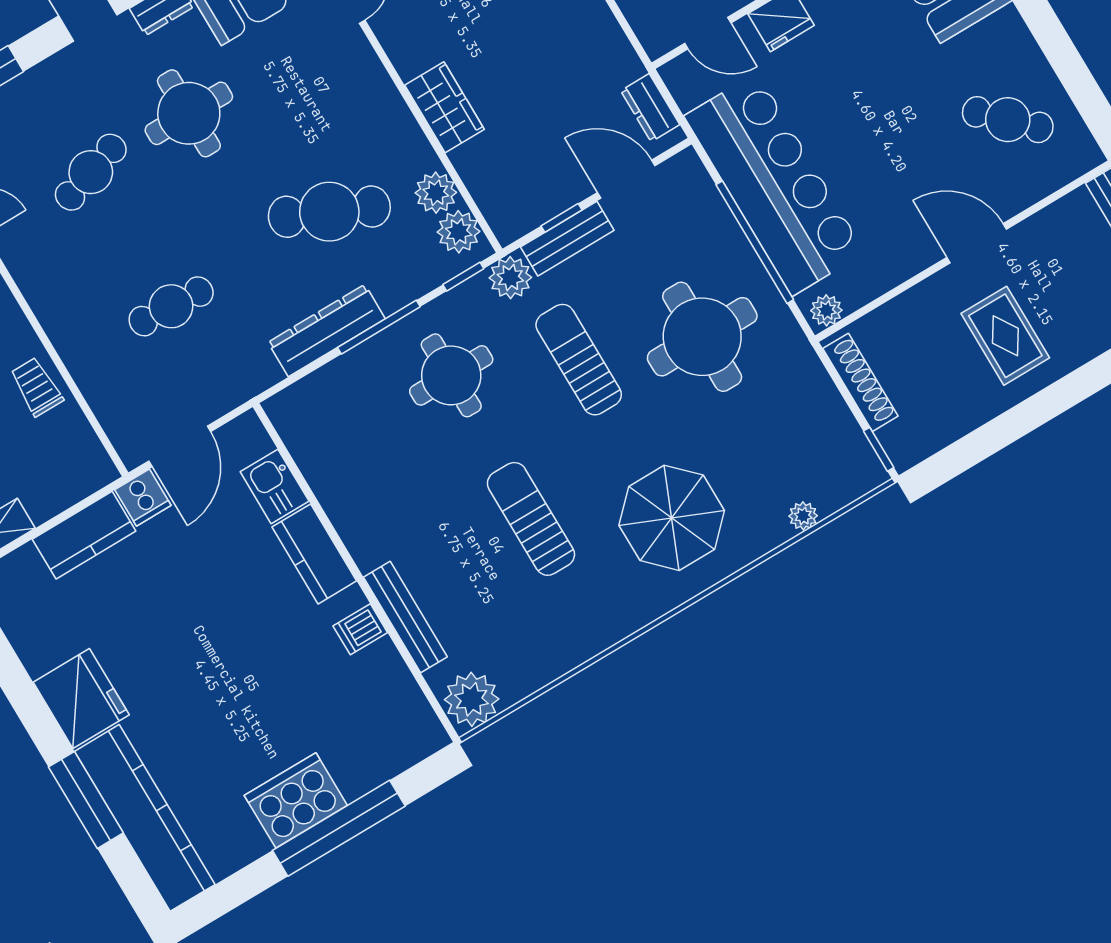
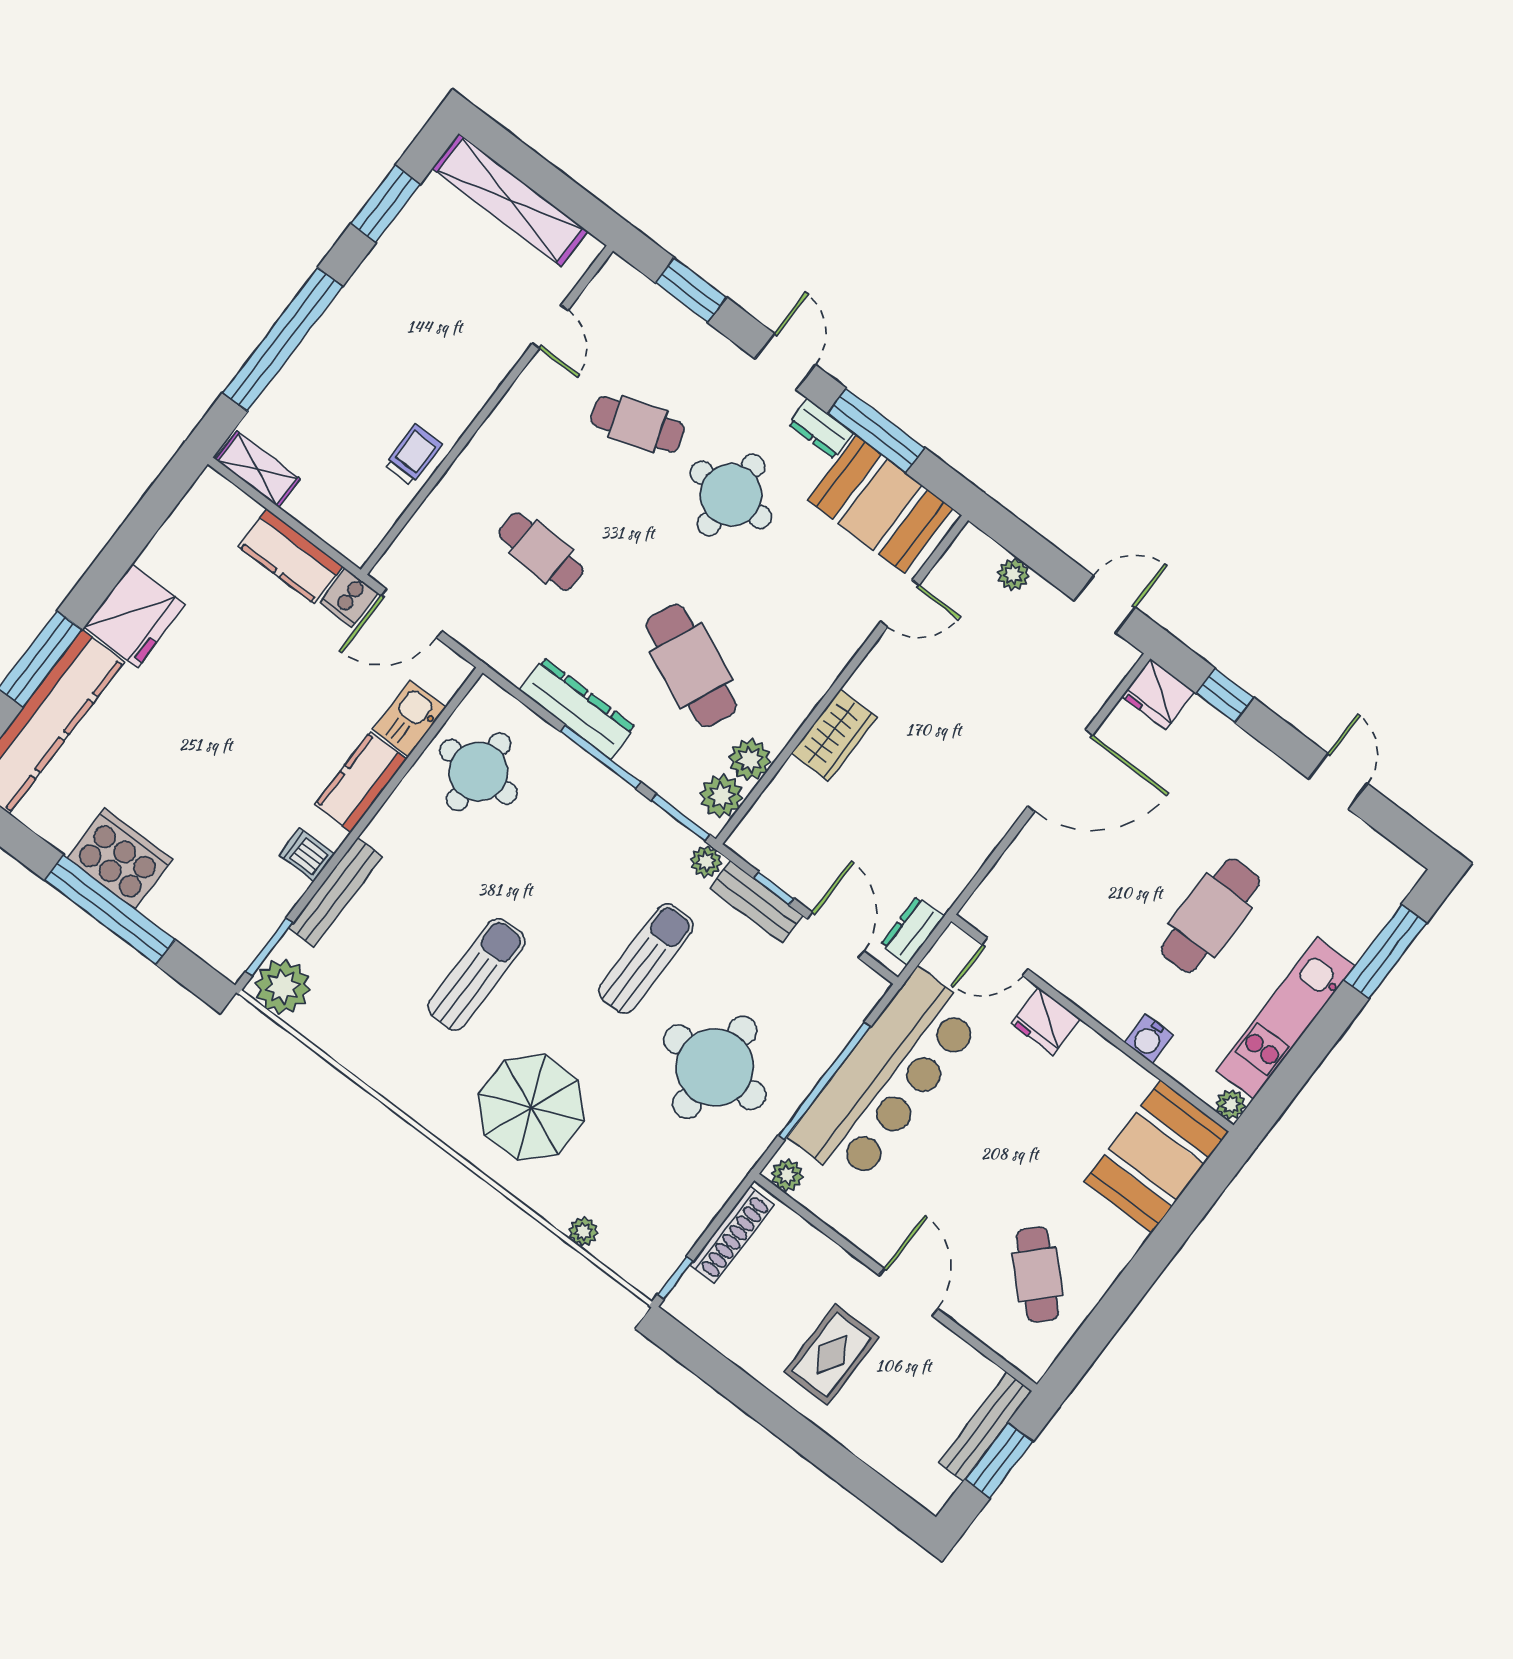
door: (708, 33) -> (1005, 957), hinge flipped
window: (463, 277) -> (681, 818), width x1.50
plant: (510, 278) -> (706, 862), width x0.73, depth x0.73
round table: (451, 375) -> (478, 772), moved
window: (431, 697) -> (269, 947), added

